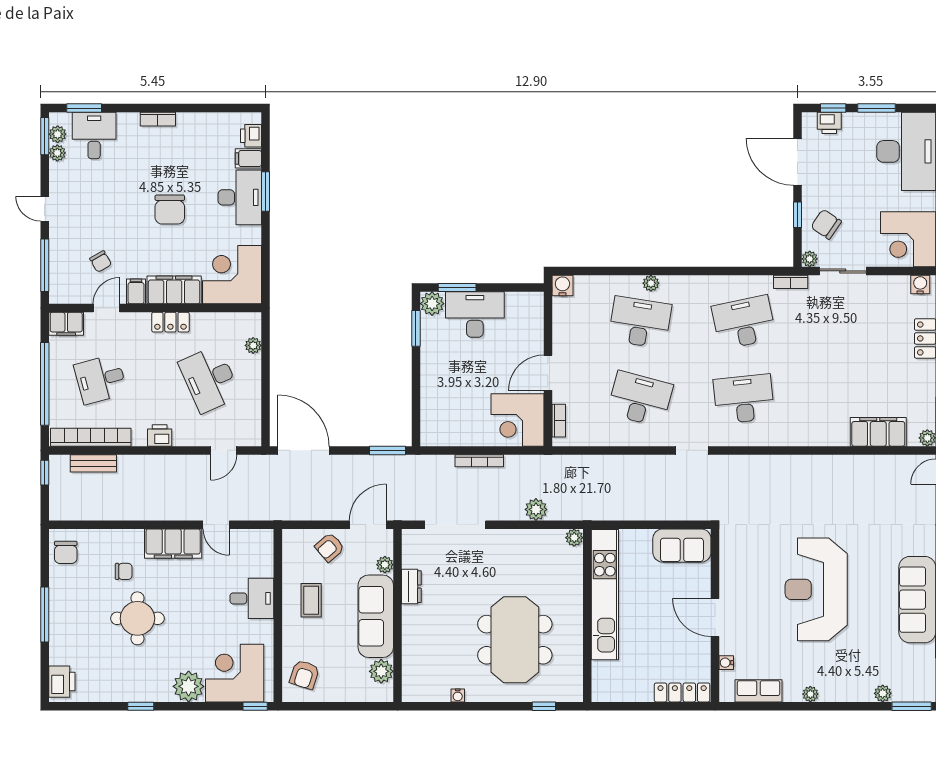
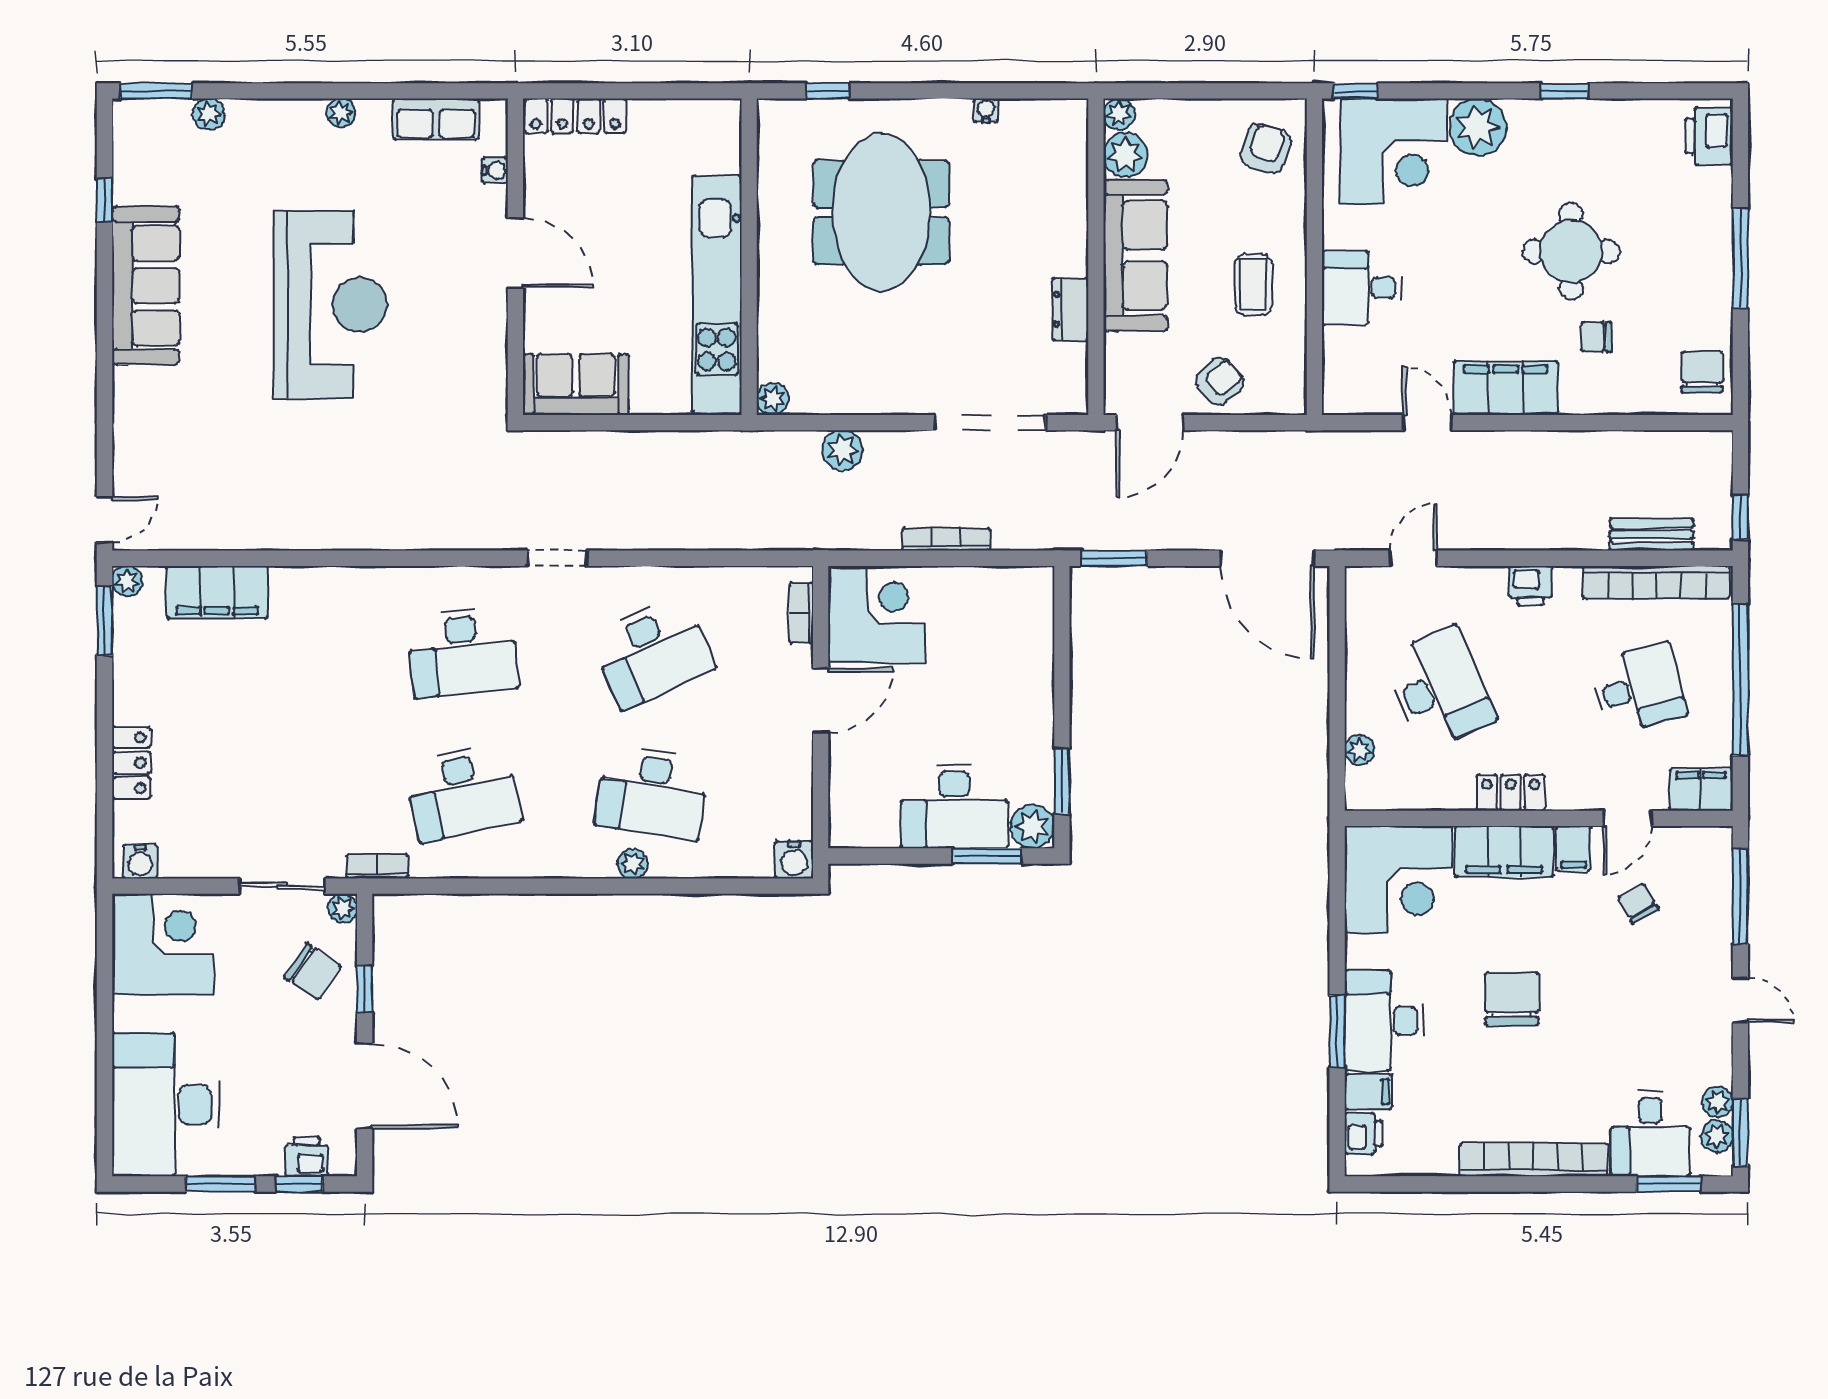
bookcase: (158, 119) -> (1534, 1160), width x2.31, depth x1.31
desk: (640, 399) -> (652, 652), turned -39
plant: (385, 565) -> (1119, 114), moved

